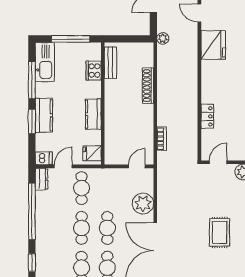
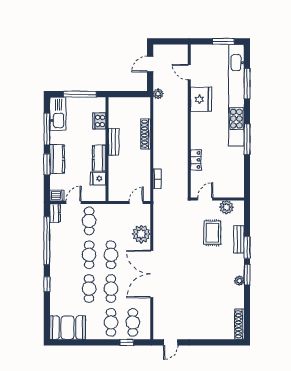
bench: (110, 63) -> (114, 142), moved
fridge: (92, 153) -> (98, 179), moved
rug: (220, 232) -> (212, 233), moved

